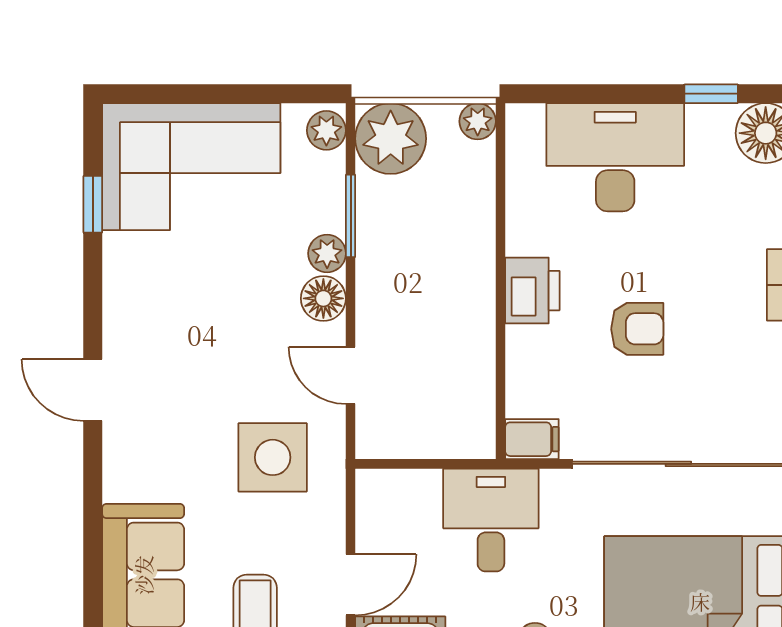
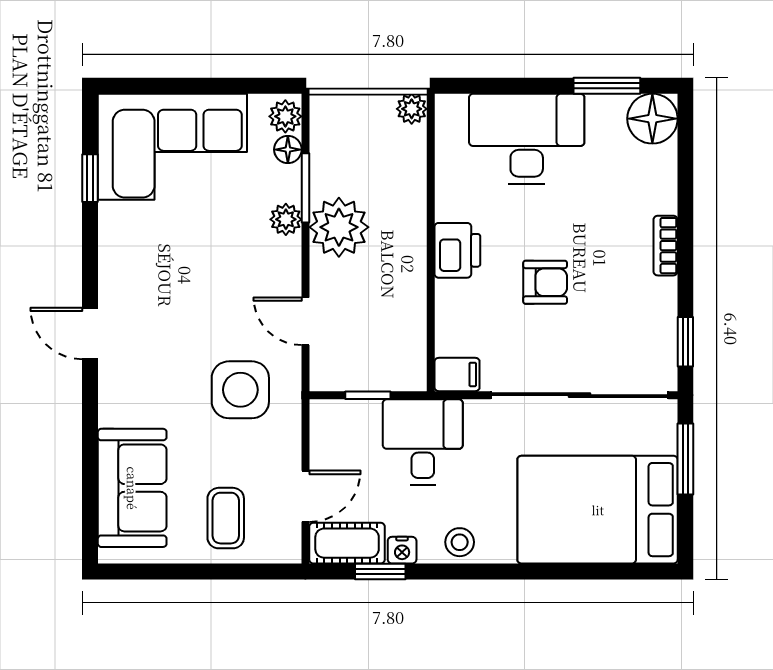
window: (711, 94) -> (607, 86), width x1.50
plant: (391, 139) -> (339, 227), moved
floor lamp: (323, 298) -> (288, 150), moved, width x0.73, depth x0.73
window: (425, 464) -> (368, 395), added

